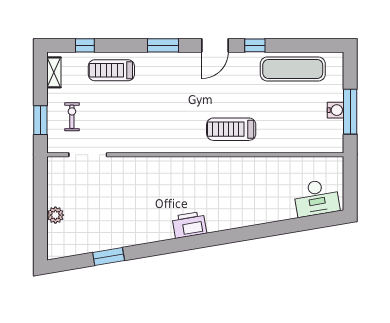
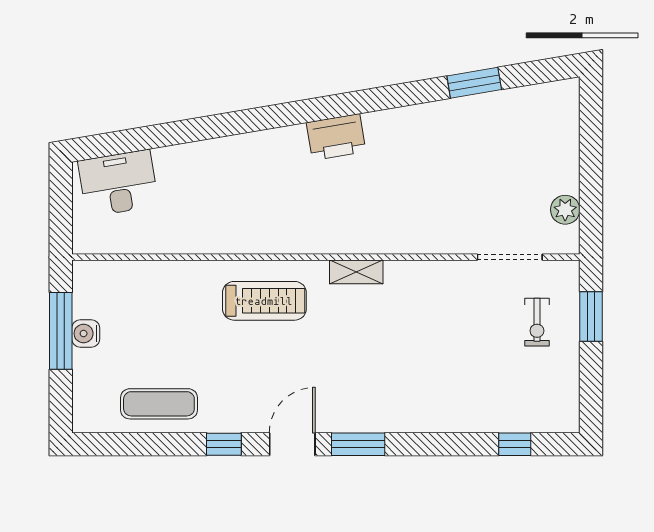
window: (163, 45) -> (358, 444), moved
exercise mat: (293, 69) -> (159, 404), width x0.73, depth x0.69
treadmill: (111, 70) -> (469, 402), removed
shelving: (54, 72) -> (356, 272), moved, turned 90
plant: (55, 215) -> (565, 210), moved

